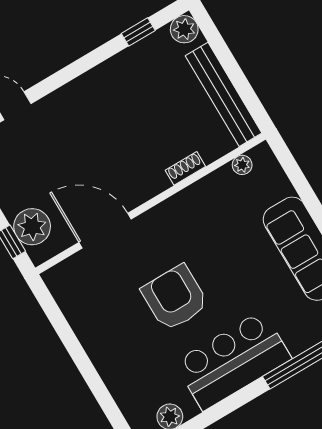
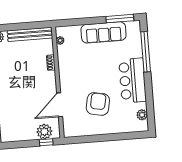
armchair: (175, 298) -> (98, 104), moved, turned 101

